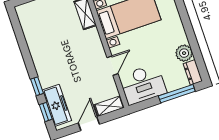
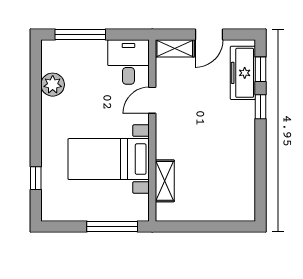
dresser: (193, 72) -> (50, 55), removed
desk: (143, 84) -> (128, 62), width x0.73

